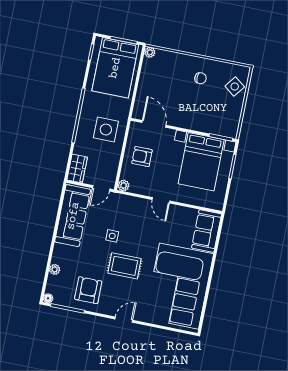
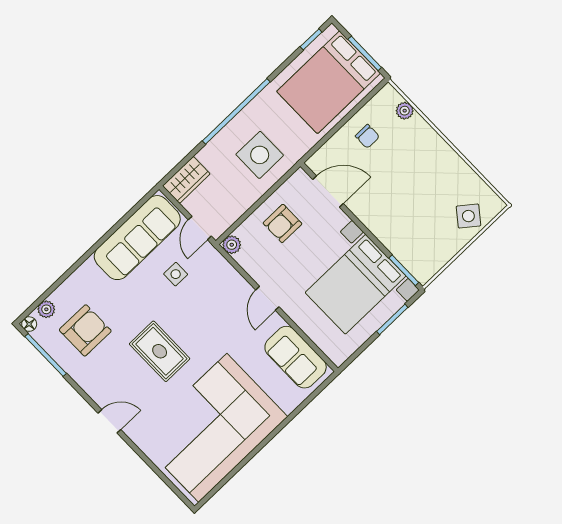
plant: (150, 52) -> (405, 111), moved
chair: (200, 78) -> (367, 136), moved
door: (154, 124) -> (328, 191), hinge flipped
armchair: (142, 157) -> (283, 223), turned -90
door: (101, 188) -> (200, 228), hinge flipped
sofa: (207, 231) -> (296, 357), moved, turned -90
side table: (112, 236) -> (176, 274), moved
plant: (55, 269) -> (46, 309), moved
armchair: (88, 290) -> (85, 330), moved

